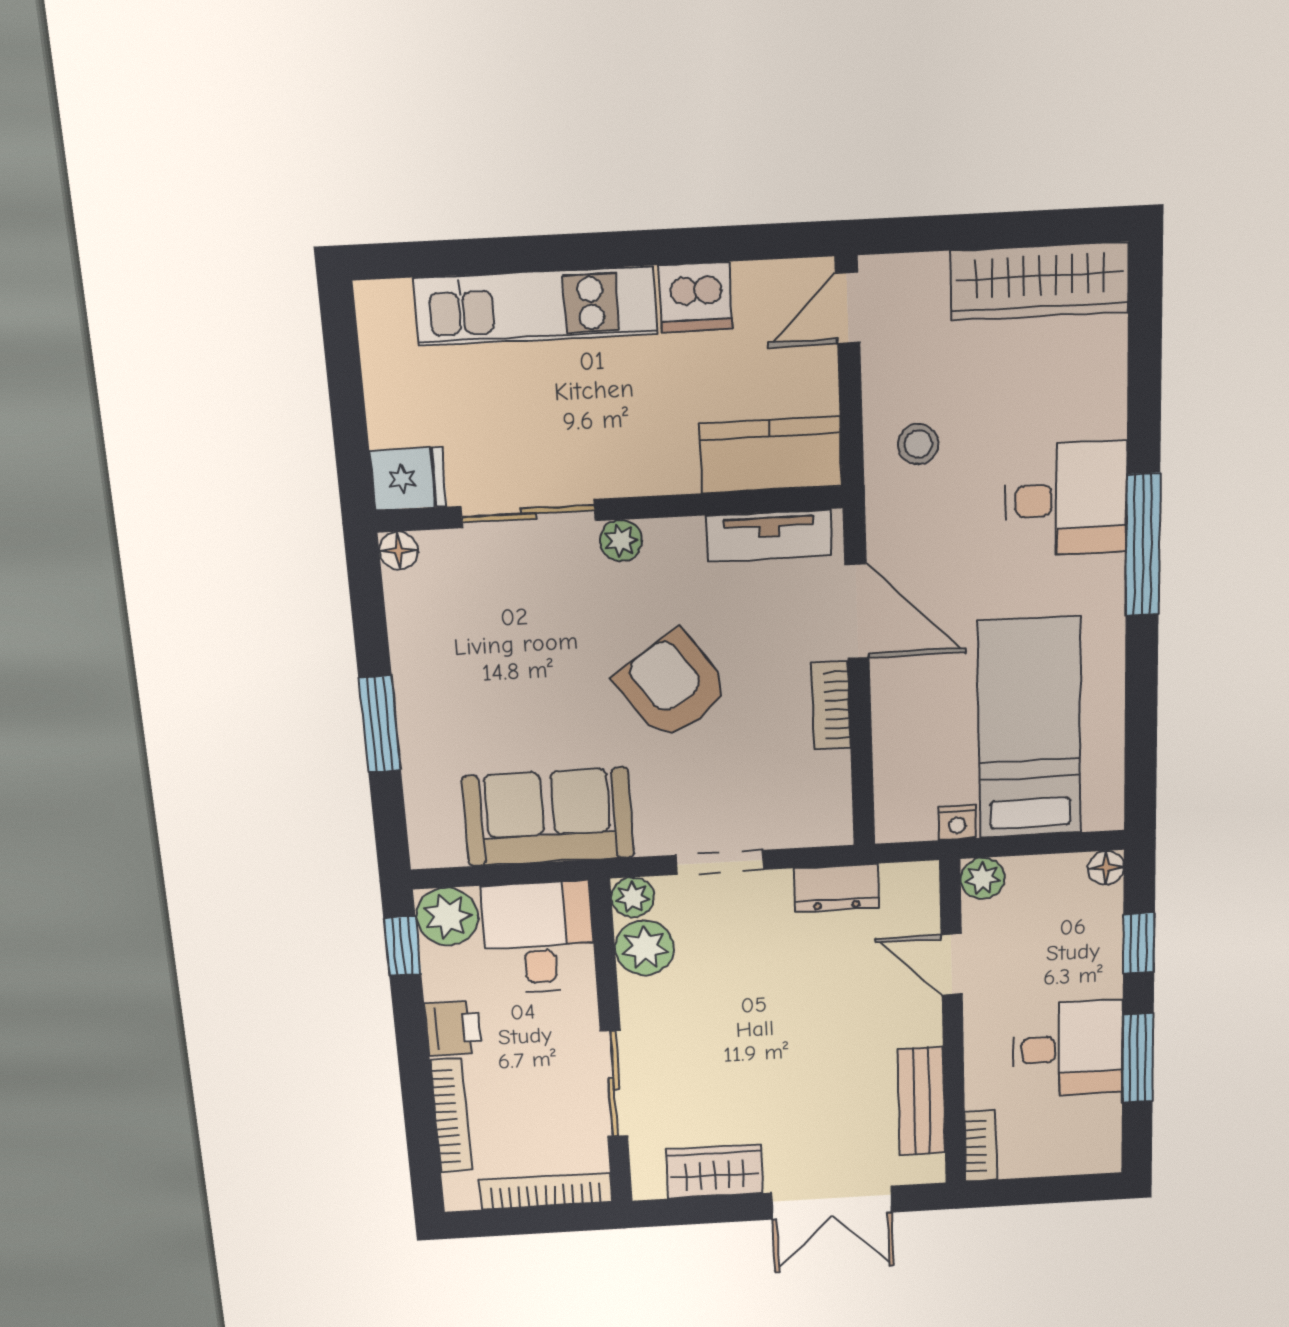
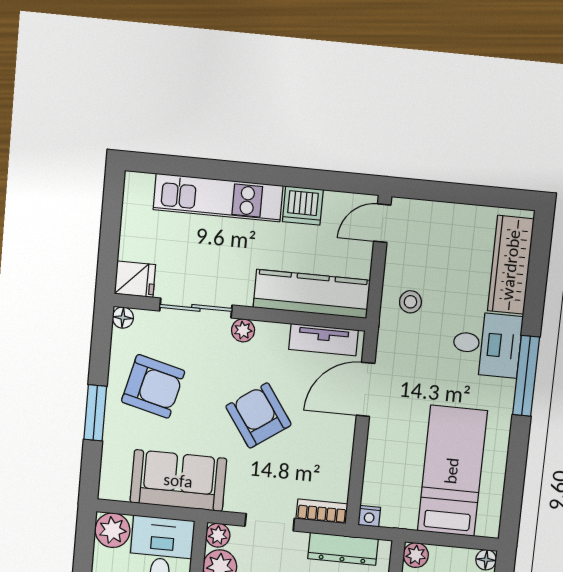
wardrobe: (1040, 281) -> (511, 265), moved, turned 90
kitchen counter: (771, 455) -> (312, 294), width x1.50
door: (857, 611) -> (365, 389), swing flipped
armchair: (475, 663) -> (153, 386), added
bookcase: (831, 705) -> (322, 511), moved, turned 90
nightstand: (957, 823) -> (369, 516), moved
dresser: (836, 888) -> (343, 549), width x1.44
window: (402, 946) -> (84, 544), removed

